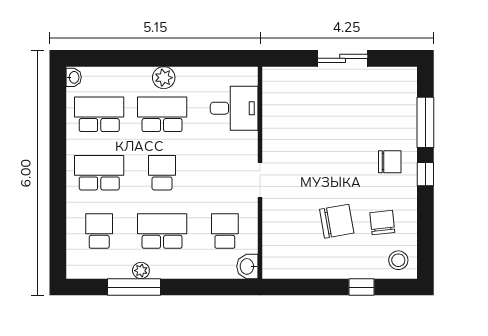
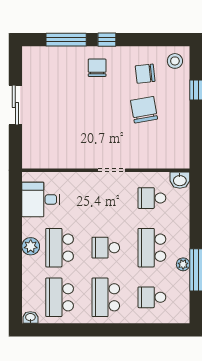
desk: (234, 108) -> (41, 199), moved, turned -90

